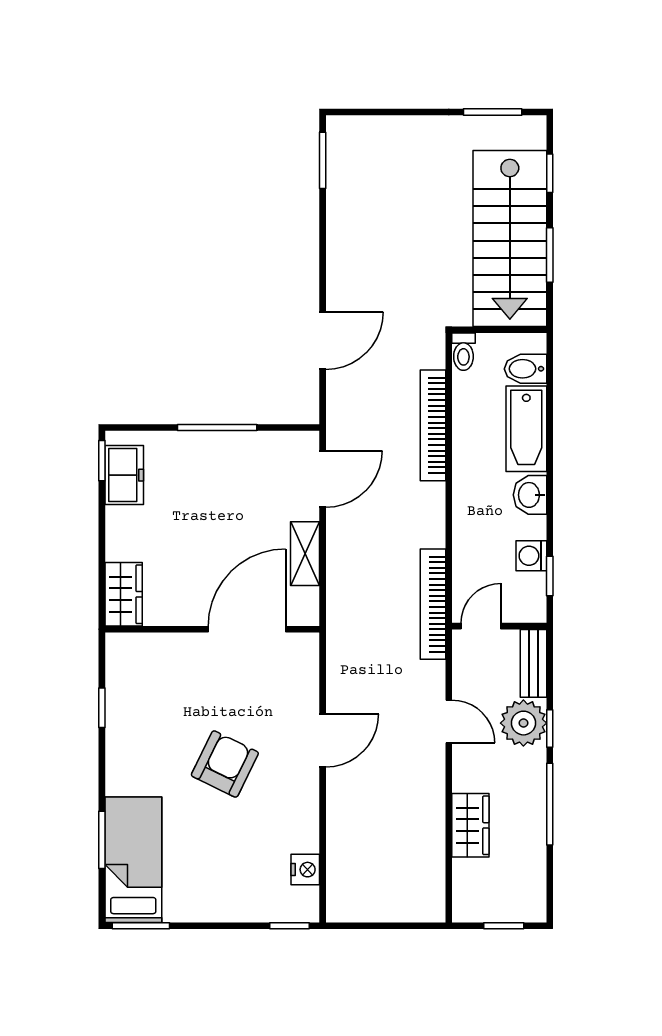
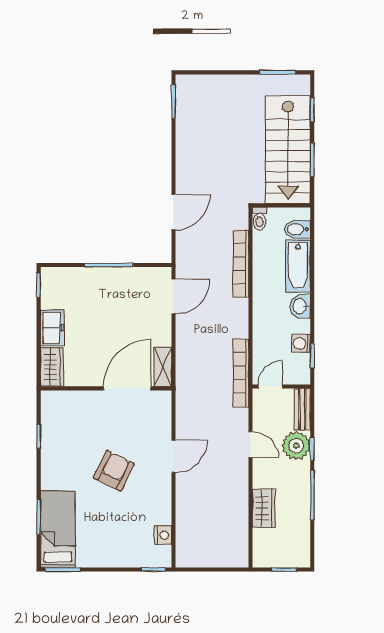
freezer: (124, 475) -> (52, 328), moved
shelving: (305, 554) -> (163, 367), moved

